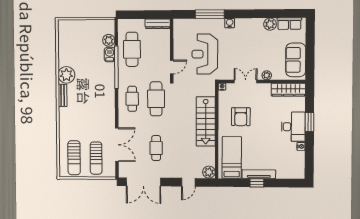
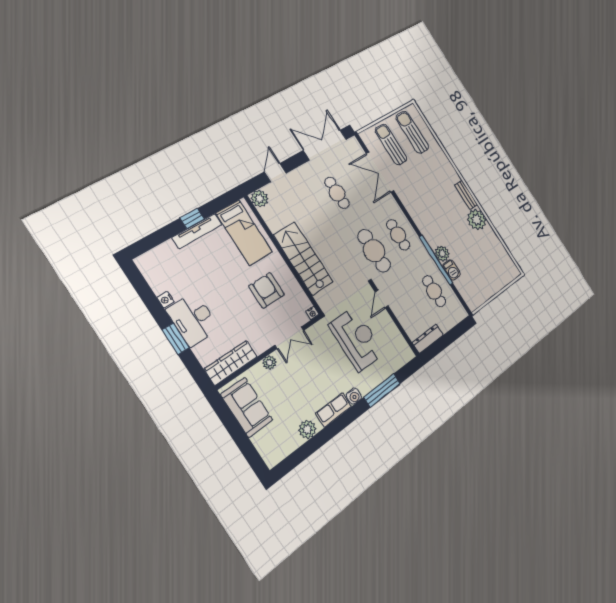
row of seats: (289, 24) -> (333, 410), moved
plant: (109, 40) -> (442, 253), moved
cafe table: (132, 49) -> (434, 291), width x0.73, depth x0.74

